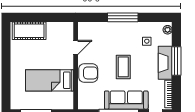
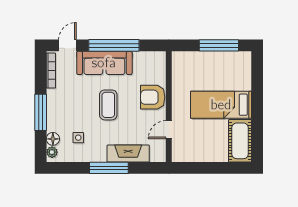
cot: (29, 31) -> (240, 141), moved, turned 90
floor lamp: (167, 40) -> (53, 139), added
fireplace: (165, 63) -> (128, 154), moved, turned -90
bed: (49, 80) -> (221, 105), moved, turned 180

